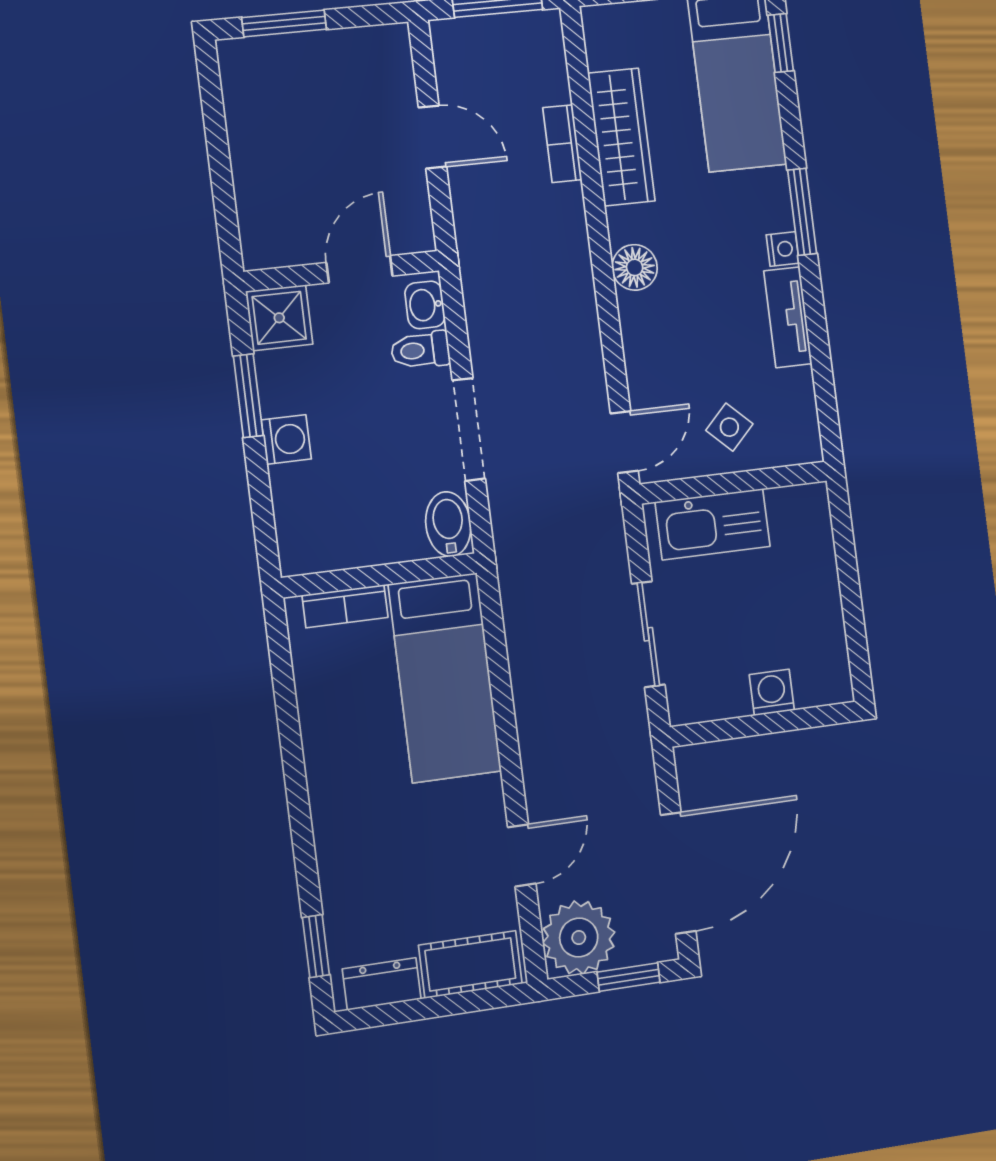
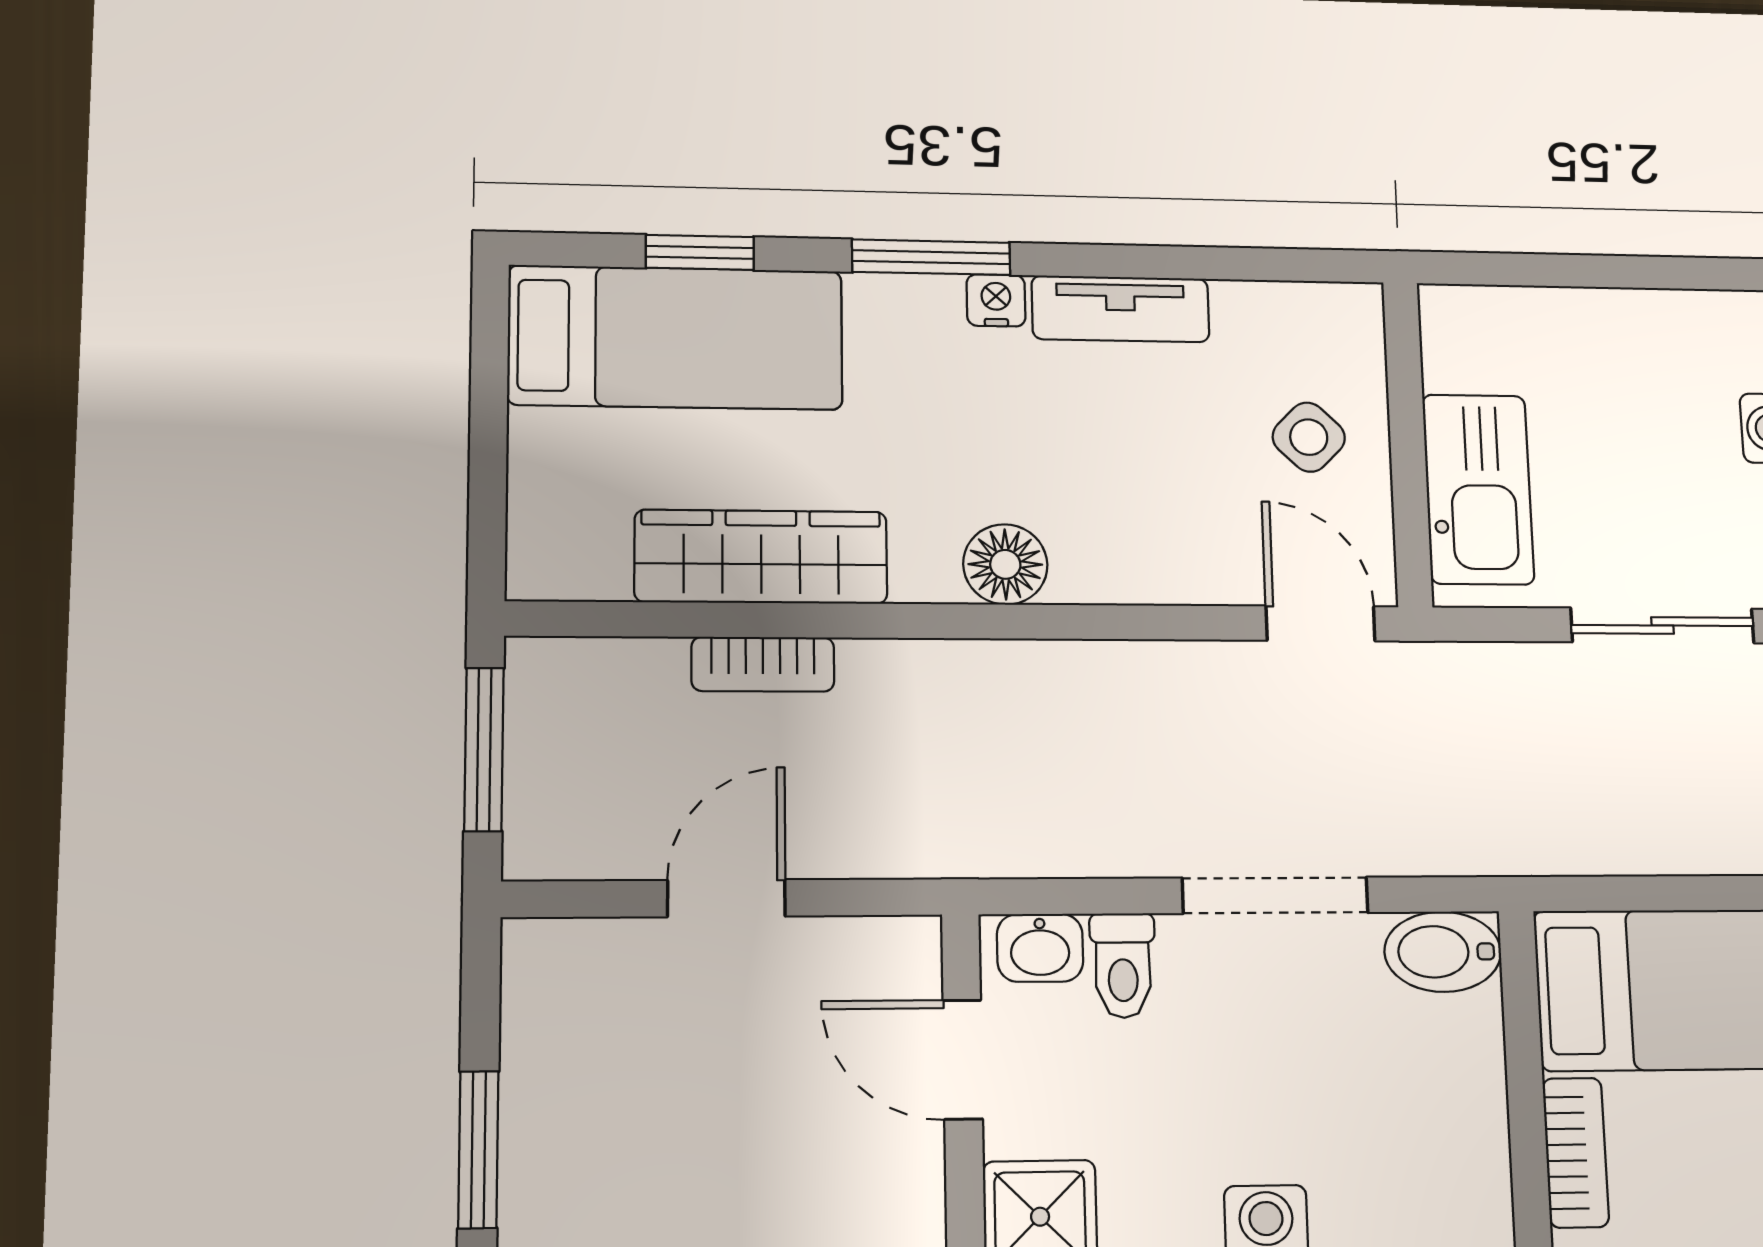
window: (781, 43) -> (700, 252), moved

